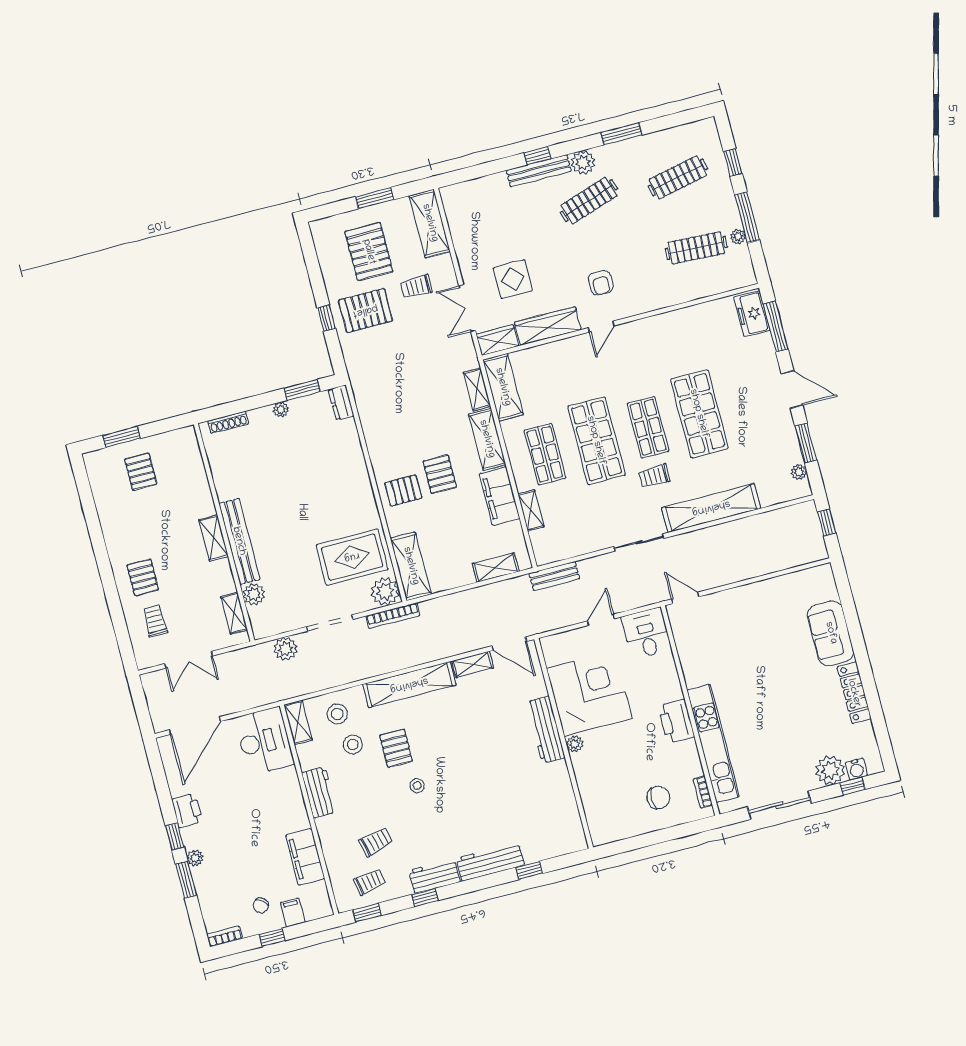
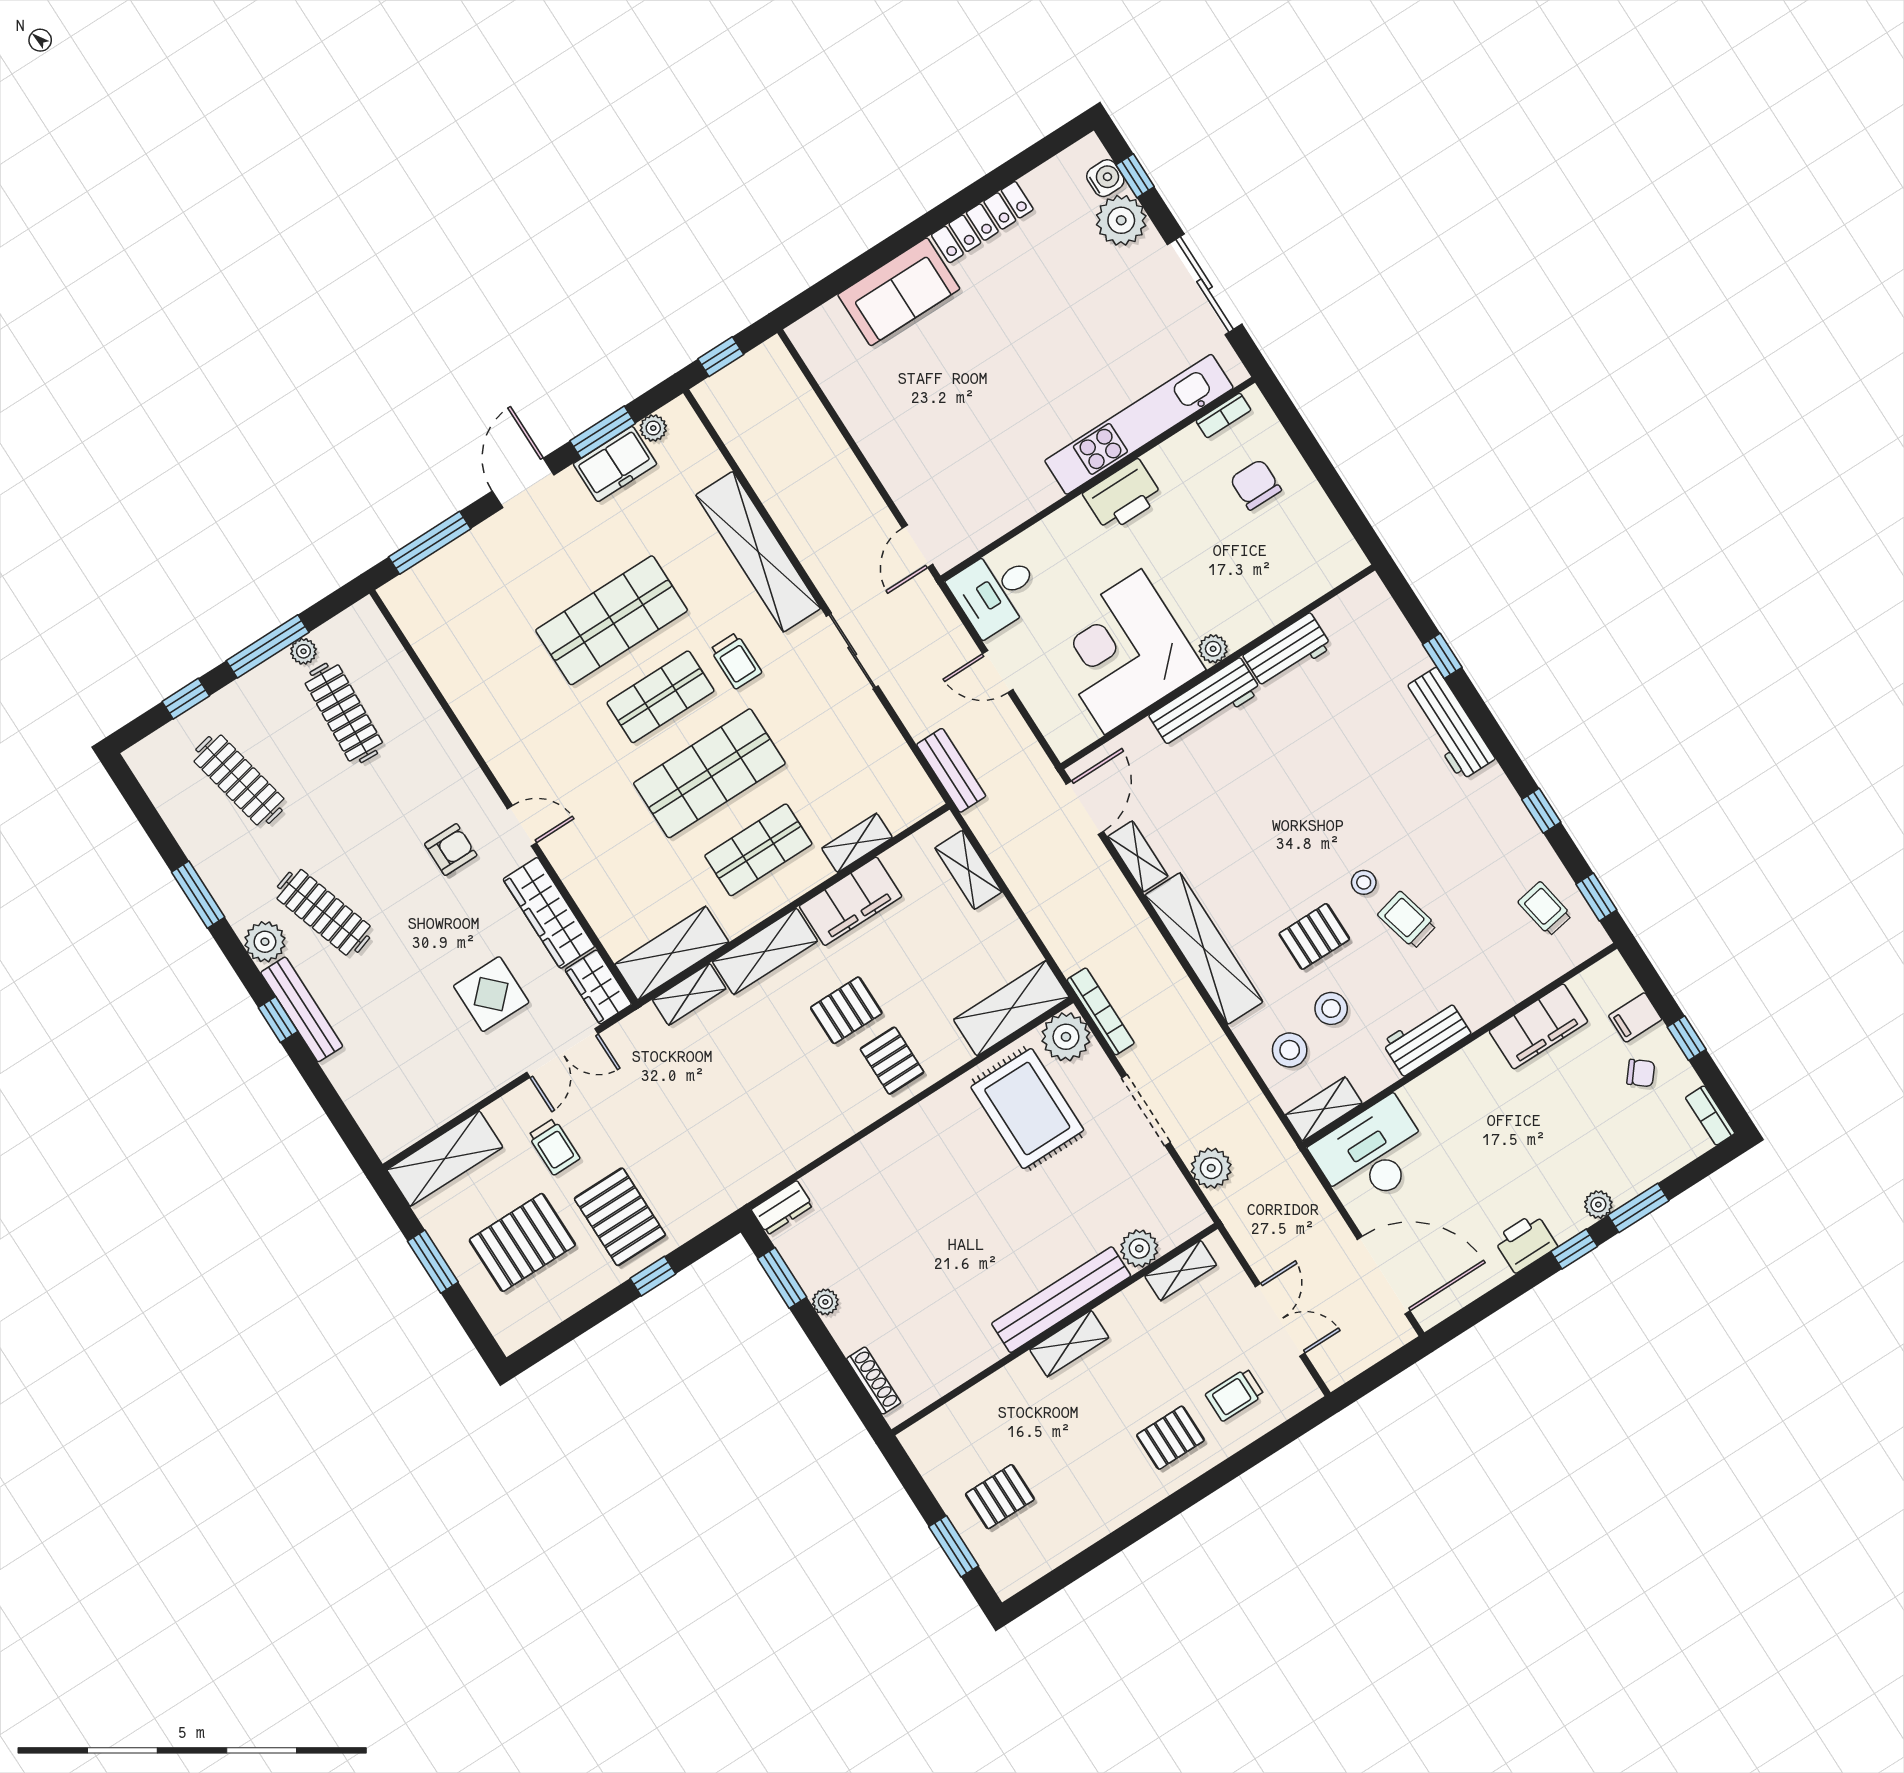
freezer: (752, 314) -> (615, 464), moved
trolley: (376, 842) -> (1407, 920), moved
workbench: (434, 876) -> (1287, 651), moved, turned -90

